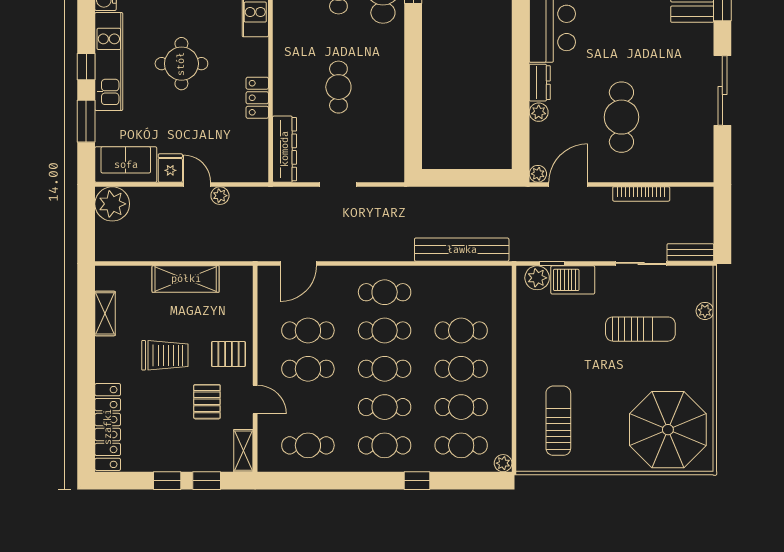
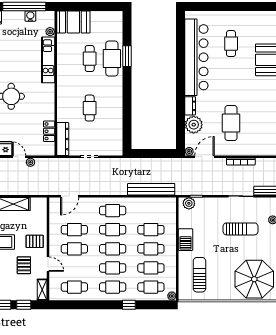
locker: (257, 98) -> (49, 131), moved
plant: (539, 112) -> (194, 125), width x1.87, depth x1.87
barbecue: (573, 280) -> (186, 240), moved, turned -90

